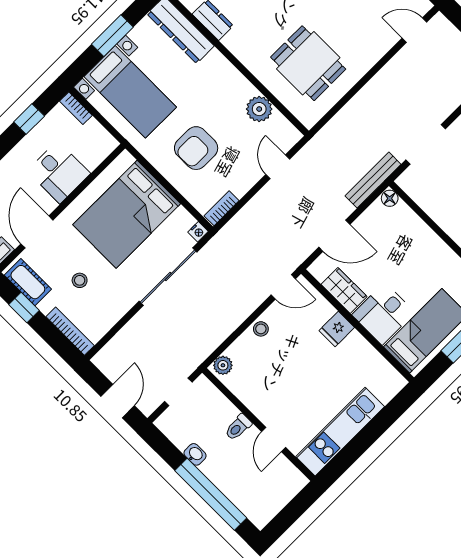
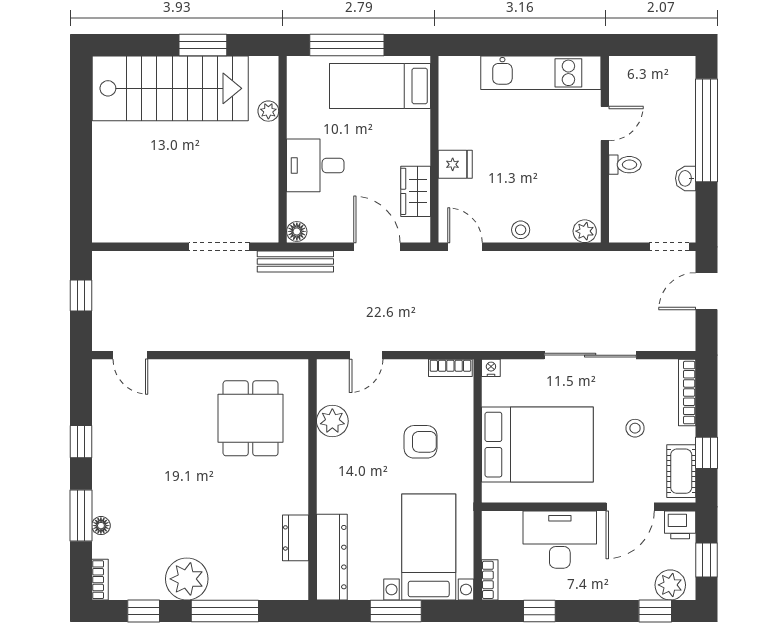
armchair: (196, 148) -> (420, 442), width x0.72, depth x0.72
desk: (59, 172) -> (560, 540), width x1.37
sliding door: (168, 277) -> (590, 355), moved
desk: (383, 314) -> (315, 165), moved, turned 180
doorway: (178, 392) -> (669, 247), moved

